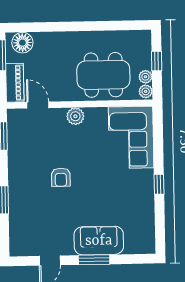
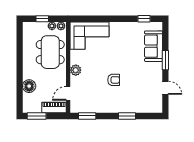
floor lamp: (22, 43) -> (29, 86), moved
window: (159, 184) -> (144, 19), moved
sofa: (99, 241) -> (154, 46), moved

